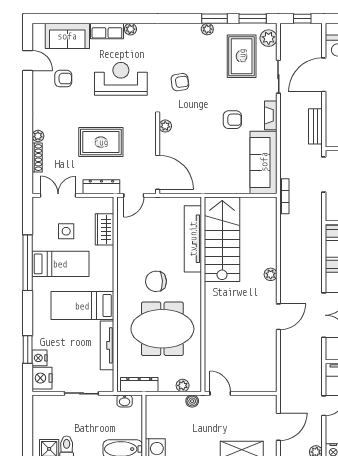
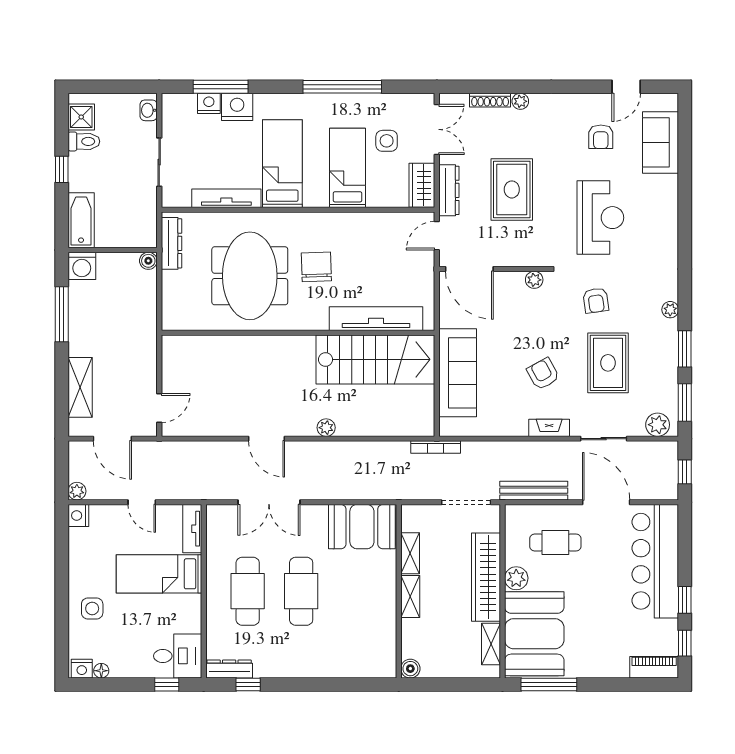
plant: (130, 29) -> (670, 231), removed
plant: (207, 29) -> (670, 310), moved
row of seats: (107, 31) -> (668, 198), removed
rug: (242, 56) -> (608, 363), moved, turned 90
armchair: (232, 120) -> (543, 374), turned 151
bench: (315, 126) -> (534, 491), width x1.36
sofa: (264, 162) -> (458, 373), moved, turned 90
door: (158, 172) -> (469, 269), hinge flipped
door: (134, 195) -> (437, 236), hinge flipped
wardrobe: (105, 229) -> (422, 185), moved, turned -90
bed: (60, 264) -> (348, 168), moved, turned 180
window: (28, 350) -> (221, 87), width x1.44
nightstand: (42, 378) -> (237, 107), moved
plant: (183, 385) -> (170, 304), removed
door: (220, 393) -> (159, 408), moved
washbasin: (125, 401) -> (149, 110), moved
boiler: (192, 401) -> (148, 261), moved

